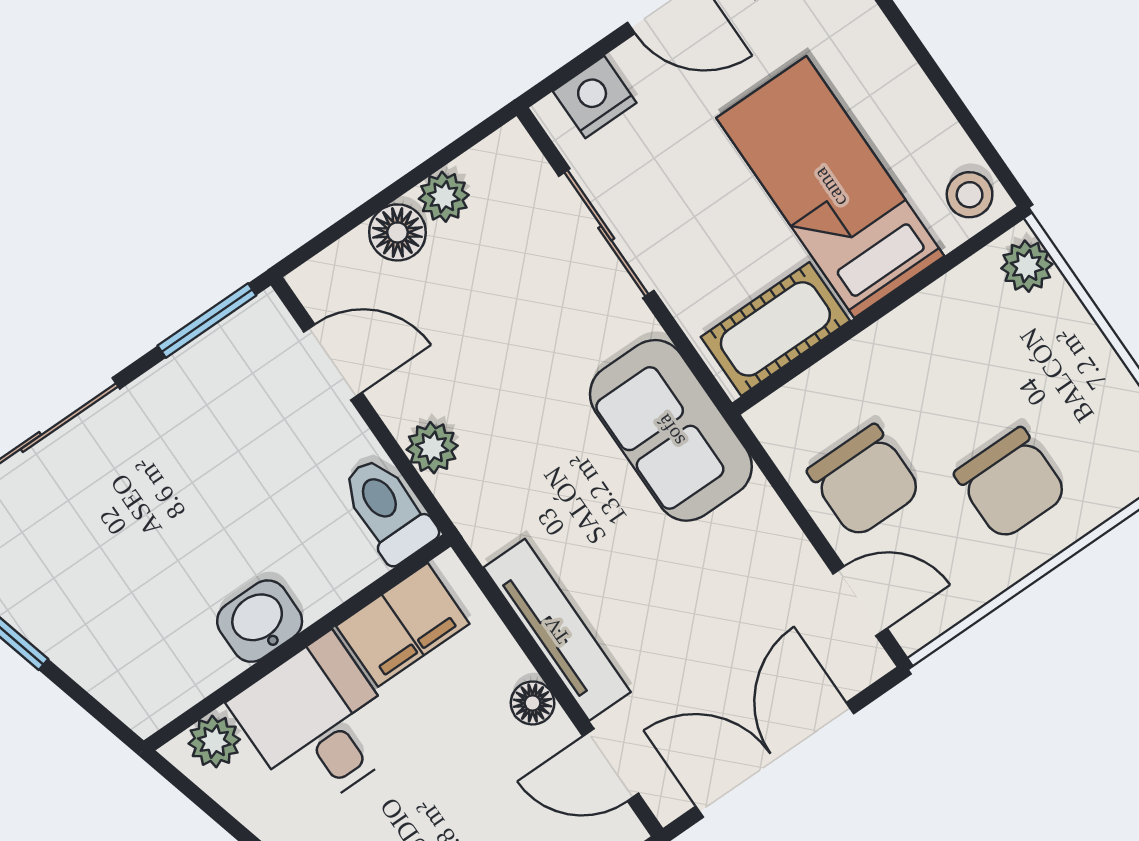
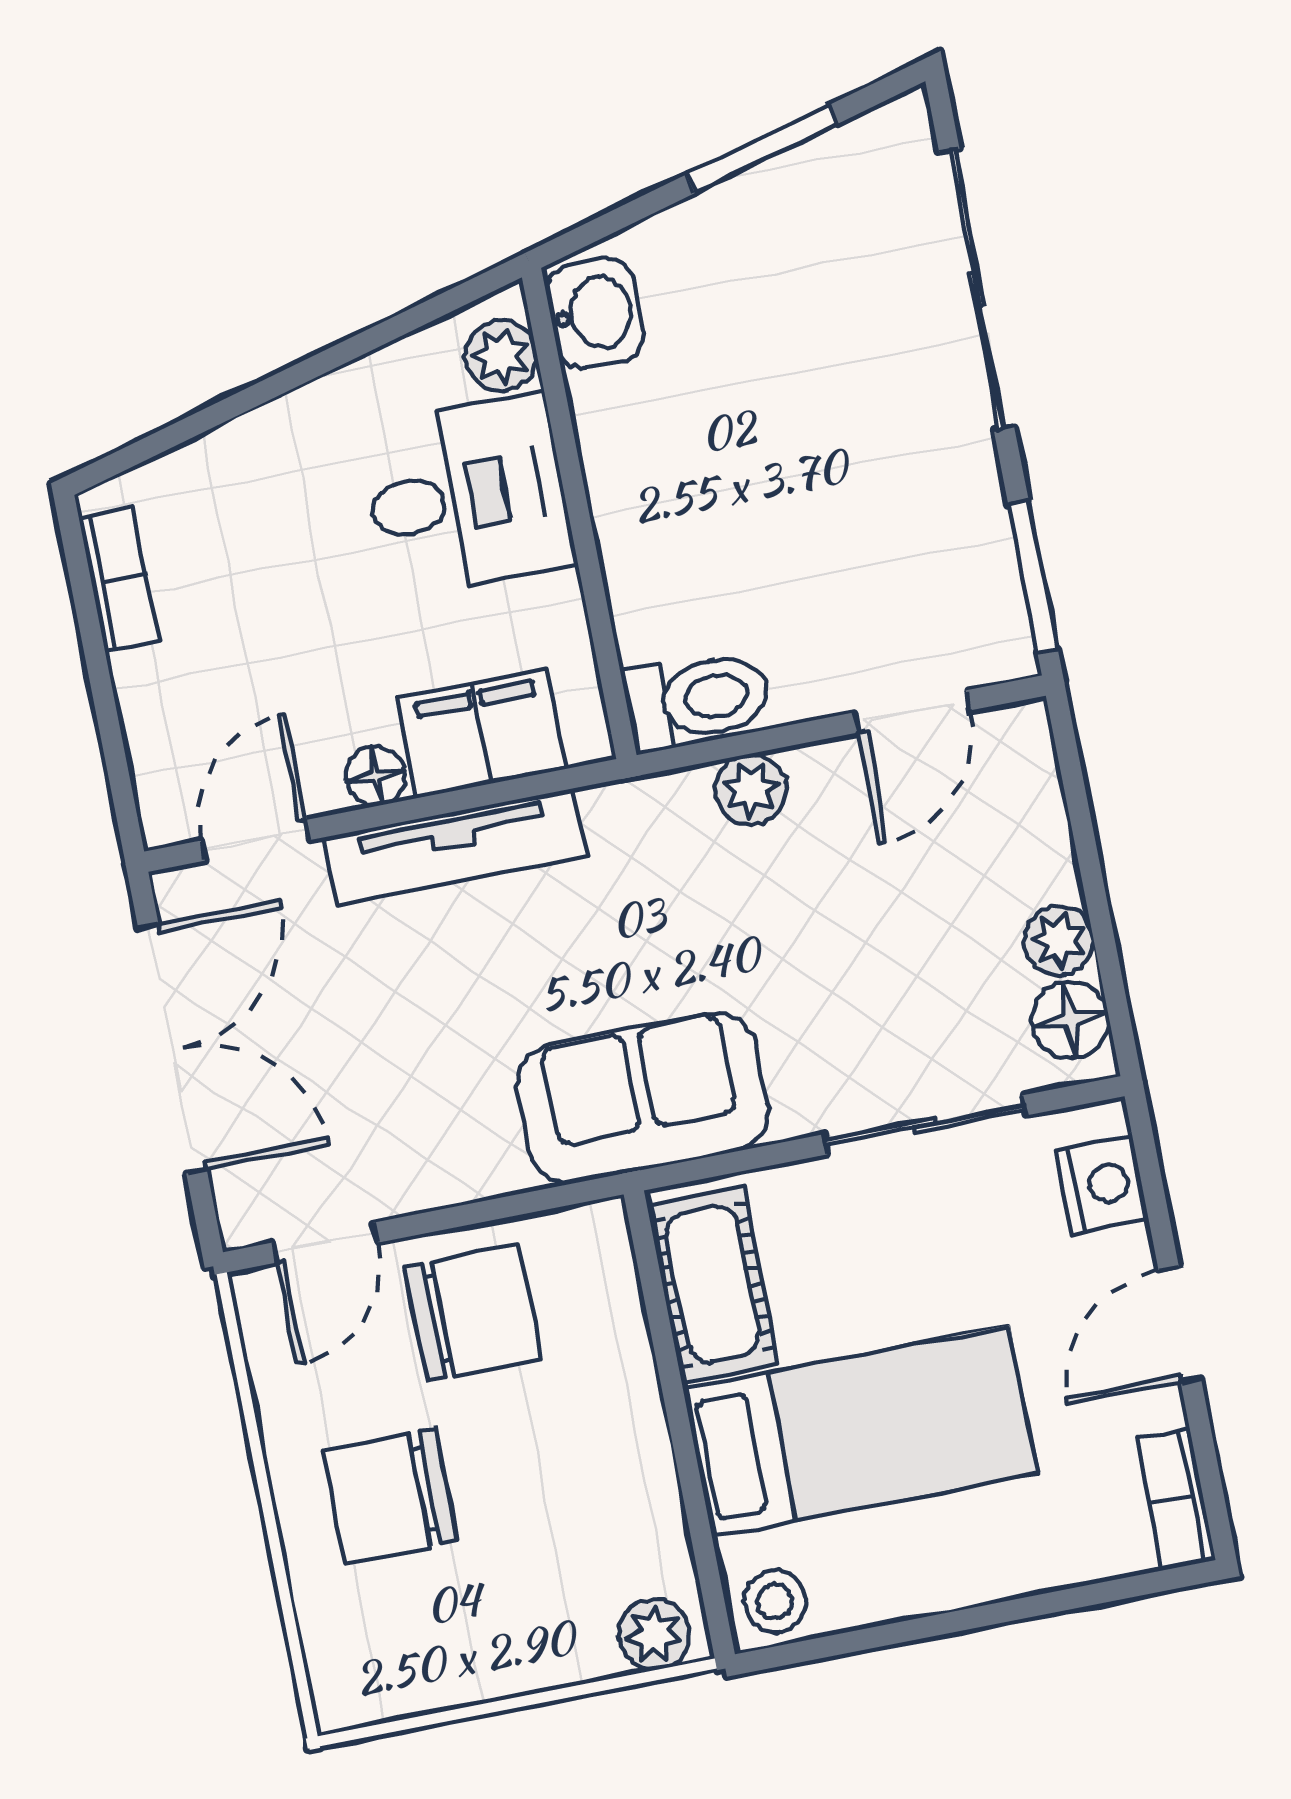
floor lamp: (397, 232) -> (1070, 1020), moved
chair: (864, 481) -> (473, 1313), turned 180
washbasin: (260, 621) -> (595, 313), moved
filing cabinet: (403, 625) -> (482, 734), moved, turned 90

